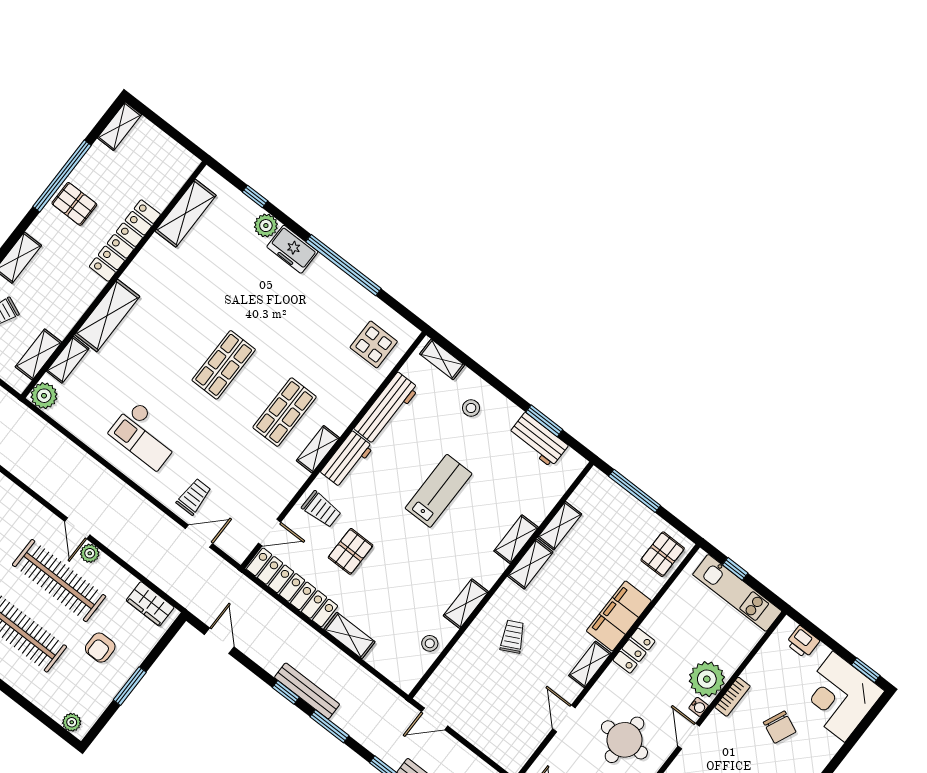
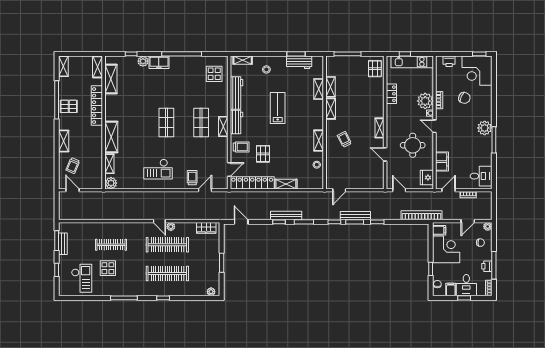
shelving: (38, 354) -> (98, 67), moved
shelving: (516, 539) -> (319, 89), moved
filing cabinet: (619, 616) -> (376, 103), removed
armchair: (100, 648) -> (201, 257), removed
locker: (634, 651) -> (391, 94), moved

